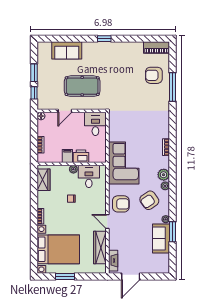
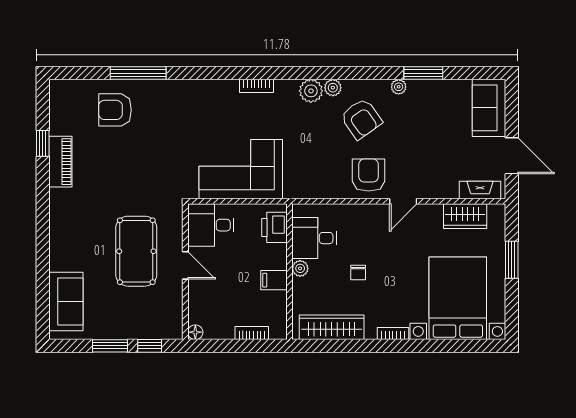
window: (104, 39) -> (43, 143), moved
piano: (156, 48) -> (60, 162), moved
sofa: (67, 50) -> (66, 301), moved
armchair: (154, 75) -> (115, 110), turned 90
door: (65, 111) -> (185, 265), moved
printer: (81, 156) -> (274, 227), moved
corner sofa: (124, 163) -> (241, 169), moved
wardrobe: (44, 180) -> (332, 327), width x1.50
sofa: (161, 238) -> (489, 108), moved, turned 90
wardrobe: (100, 248) -> (465, 216), width x0.67
window: (65, 277) -> (512, 260), moved

